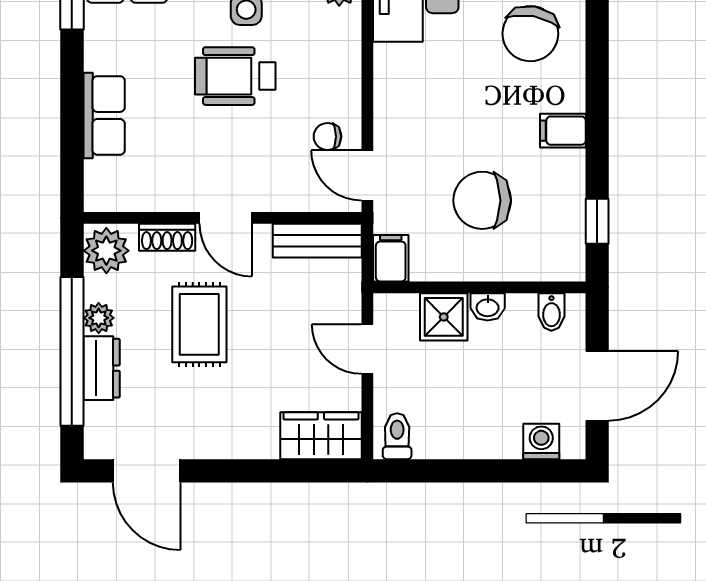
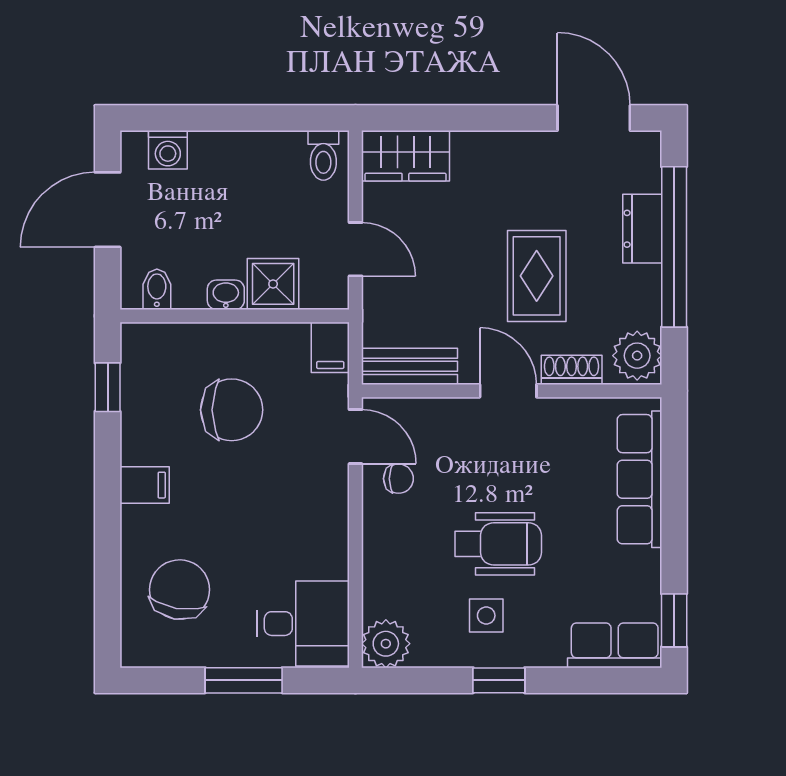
row of seats: (104, 115) -> (639, 479), width x1.48
plant: (99, 318) -> (645, 283), removed

